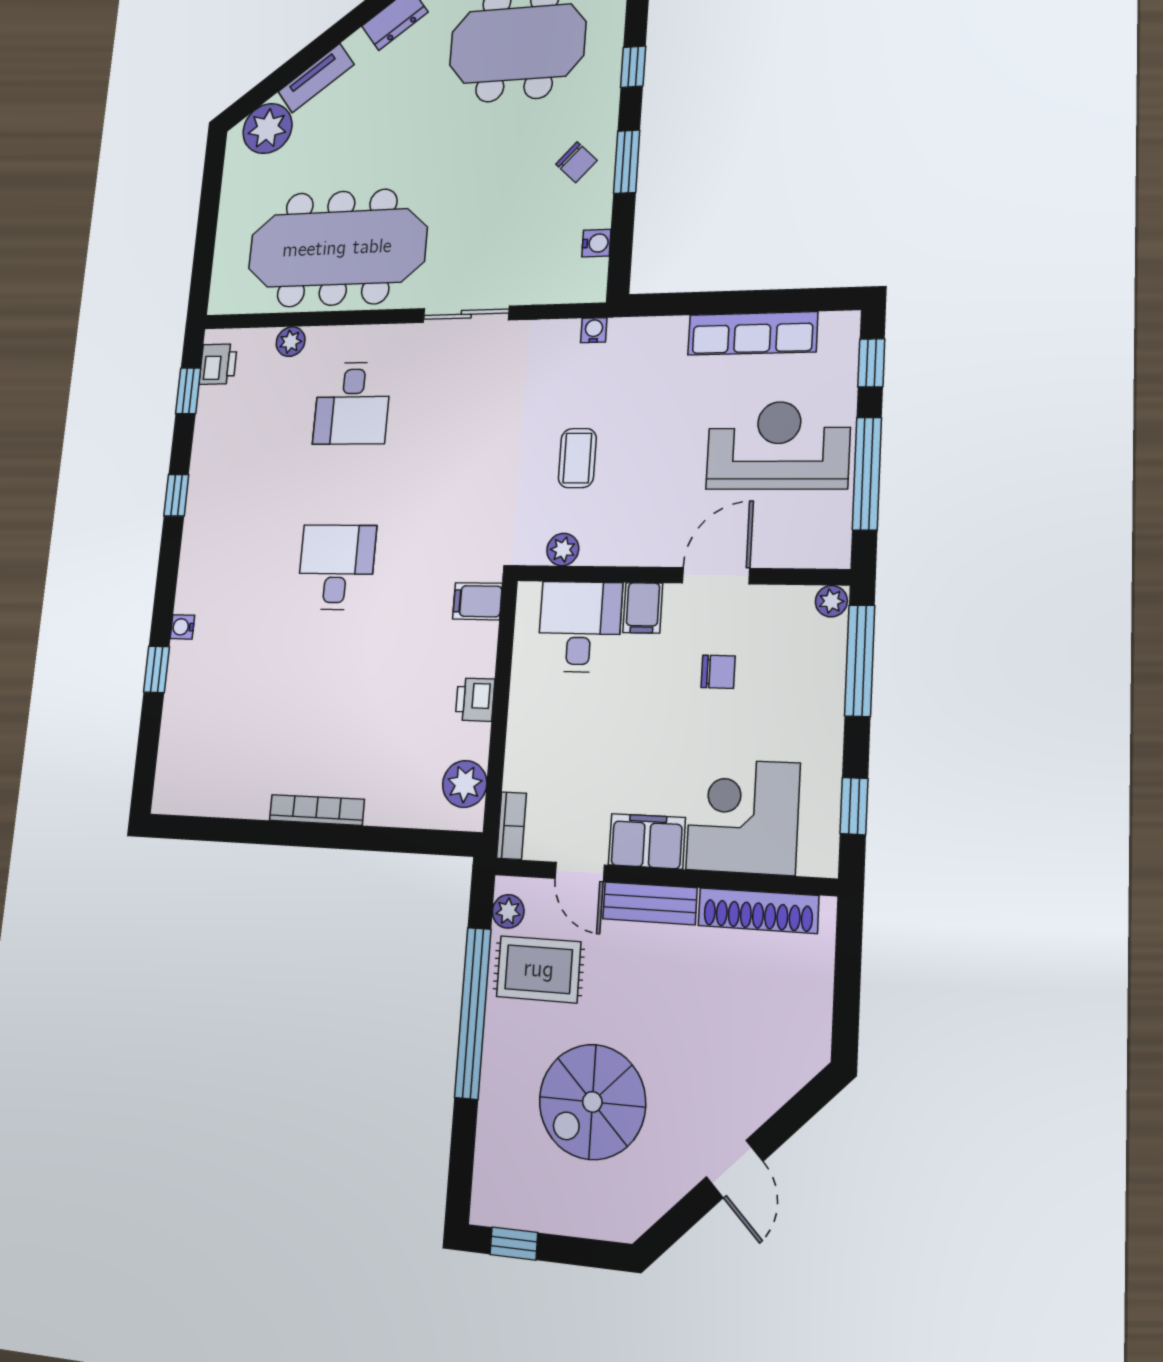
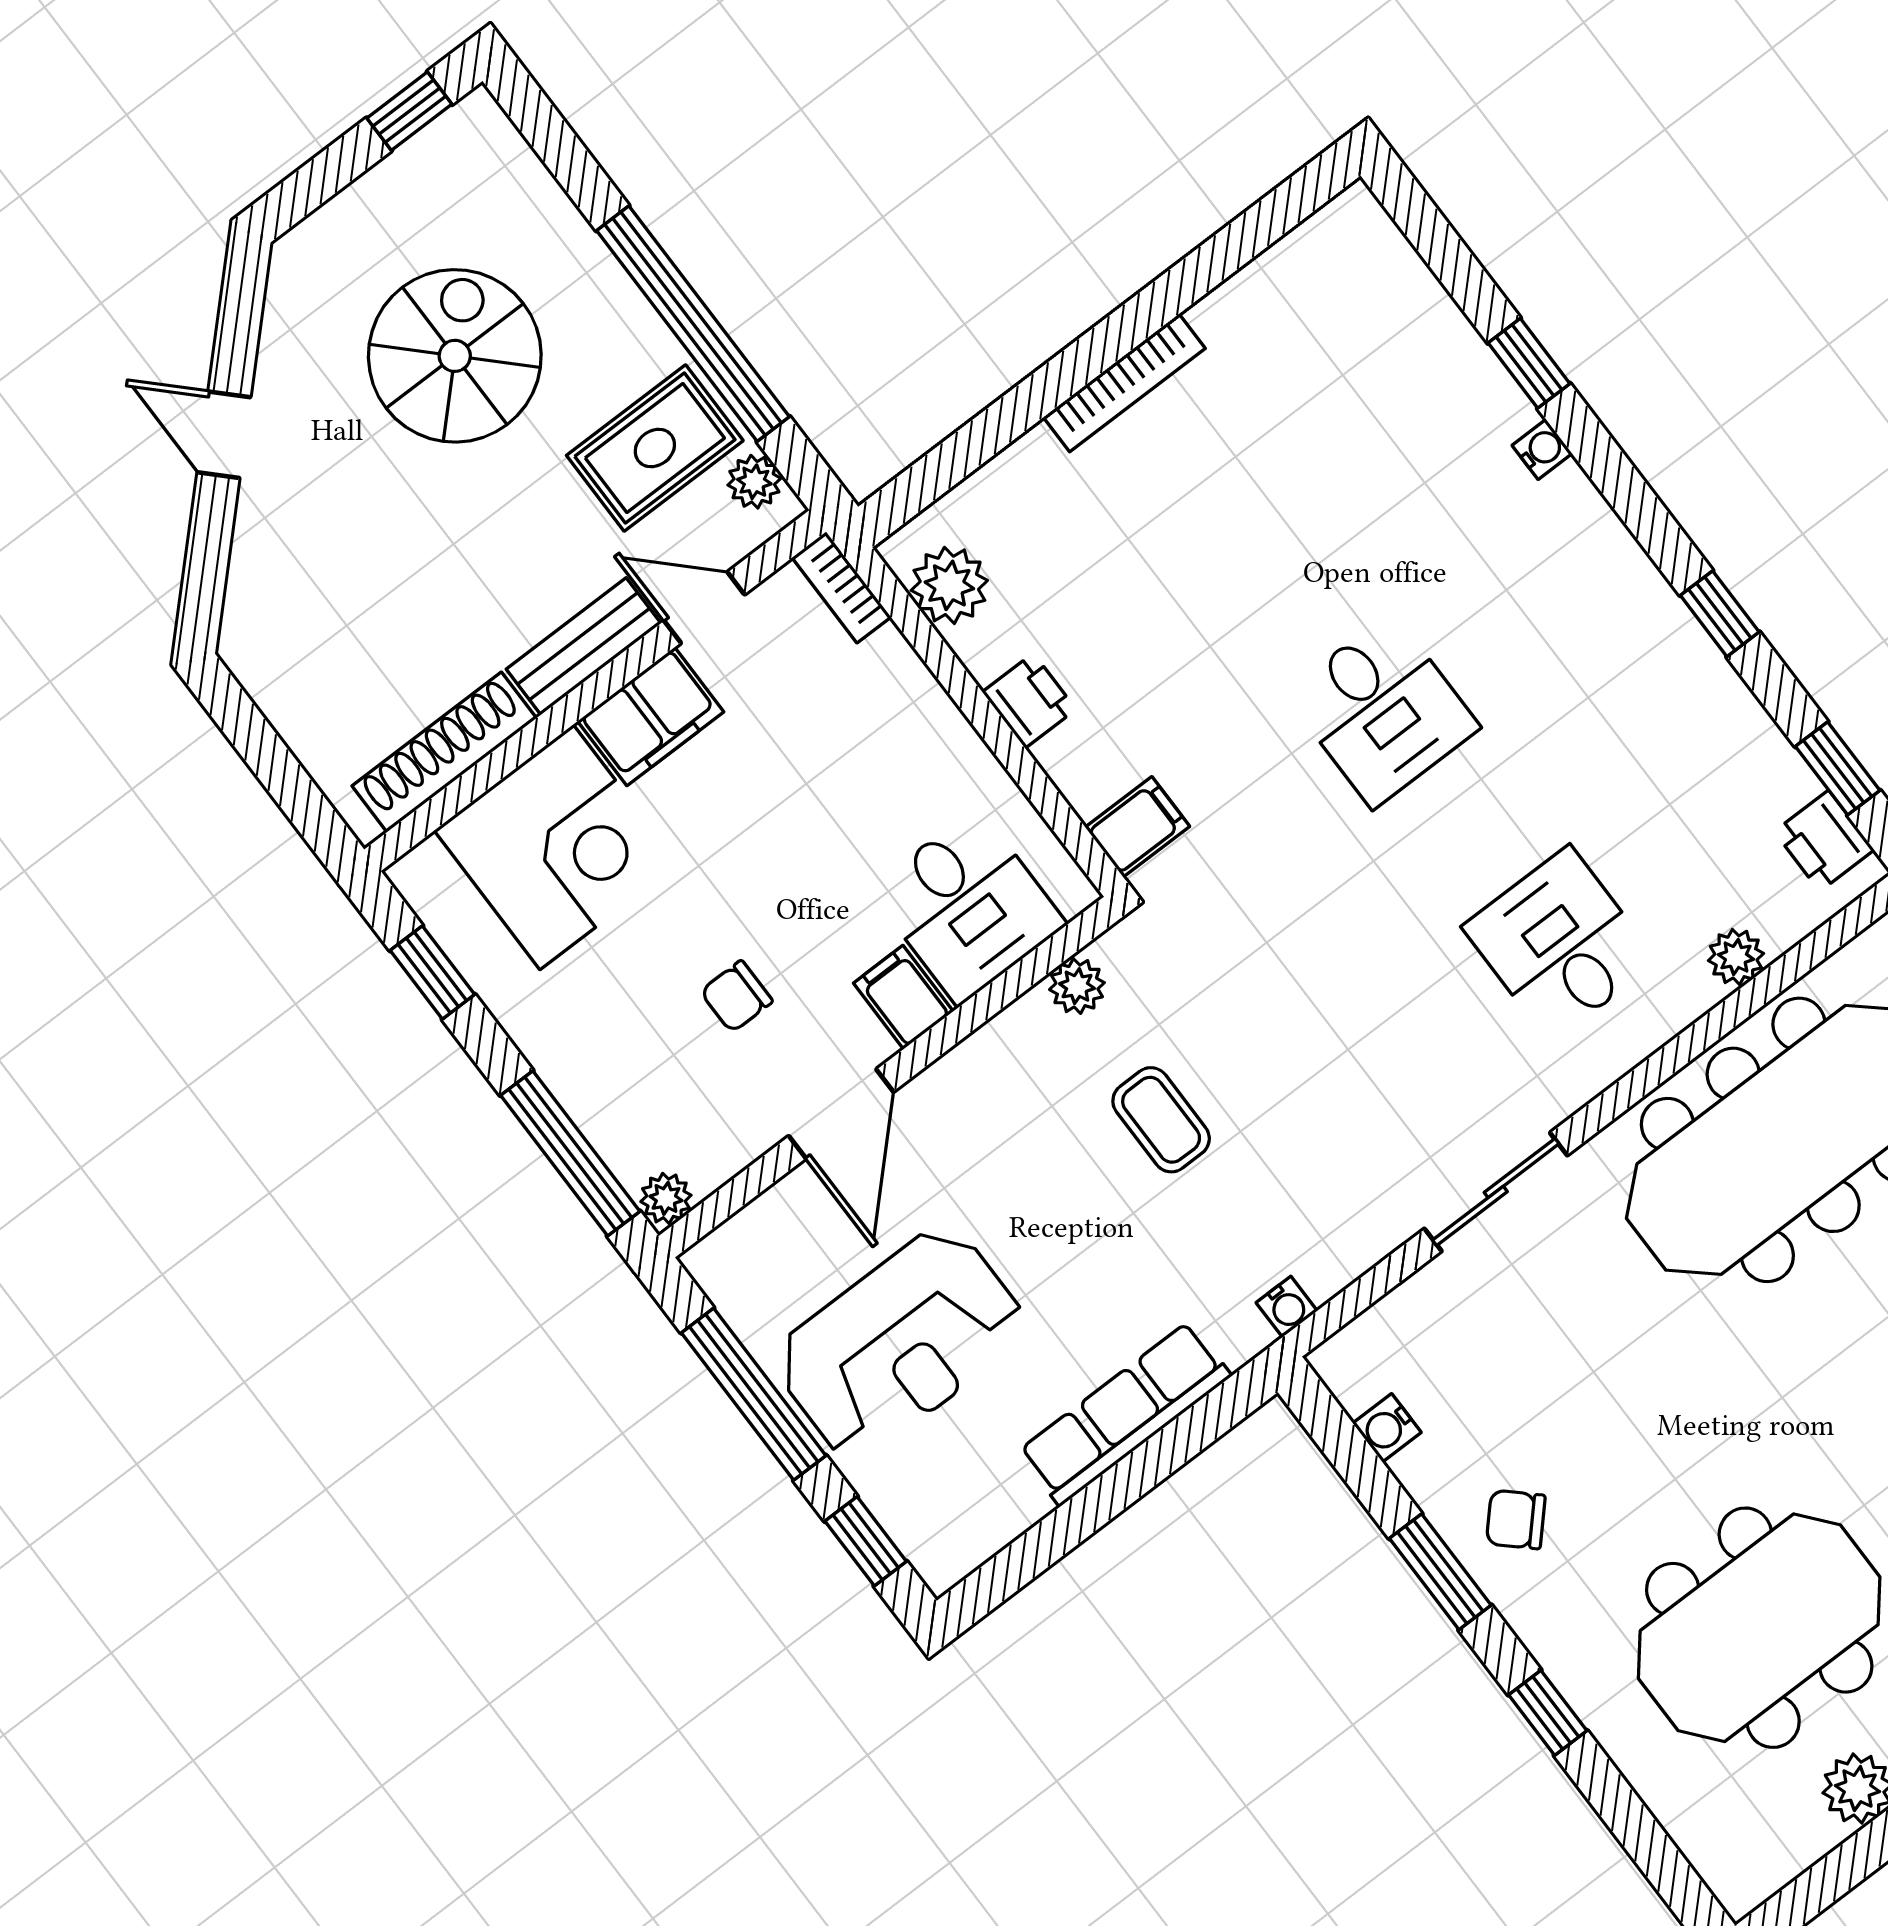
row of seats: (752, 333) -> (1125, 1414), moved

